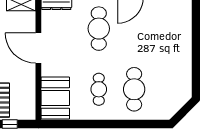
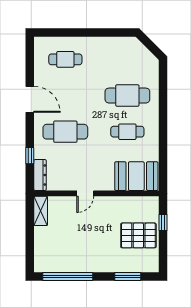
cafe table: (170, 29) -> (65, 59), added
door: (38, 48) -> (85, 193), width x0.53

